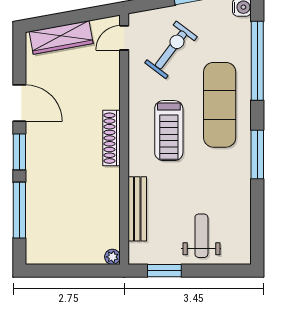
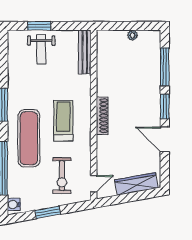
exercise bike: (171, 50) -> (62, 176), turned -37
bench: (137, 209) -> (85, 52), moved
plant: (112, 257) -> (133, 35), moved
window: (164, 271) -> (39, 26), moved

